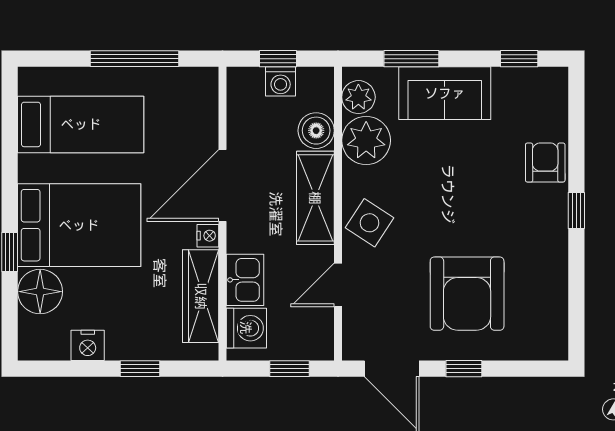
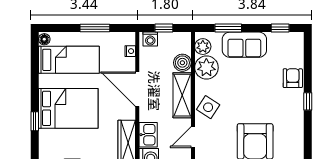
window: (134, 59) -> (95, 28), width x0.69
washing machine: (281, 81) -> (150, 39), moved
door: (222, 186) -> (137, 89), hinge flipped
nightstand: (208, 236) -> (130, 51), moved
floor lamp: (40, 292) -> (44, 39), moved, width x0.53, depth x0.53

